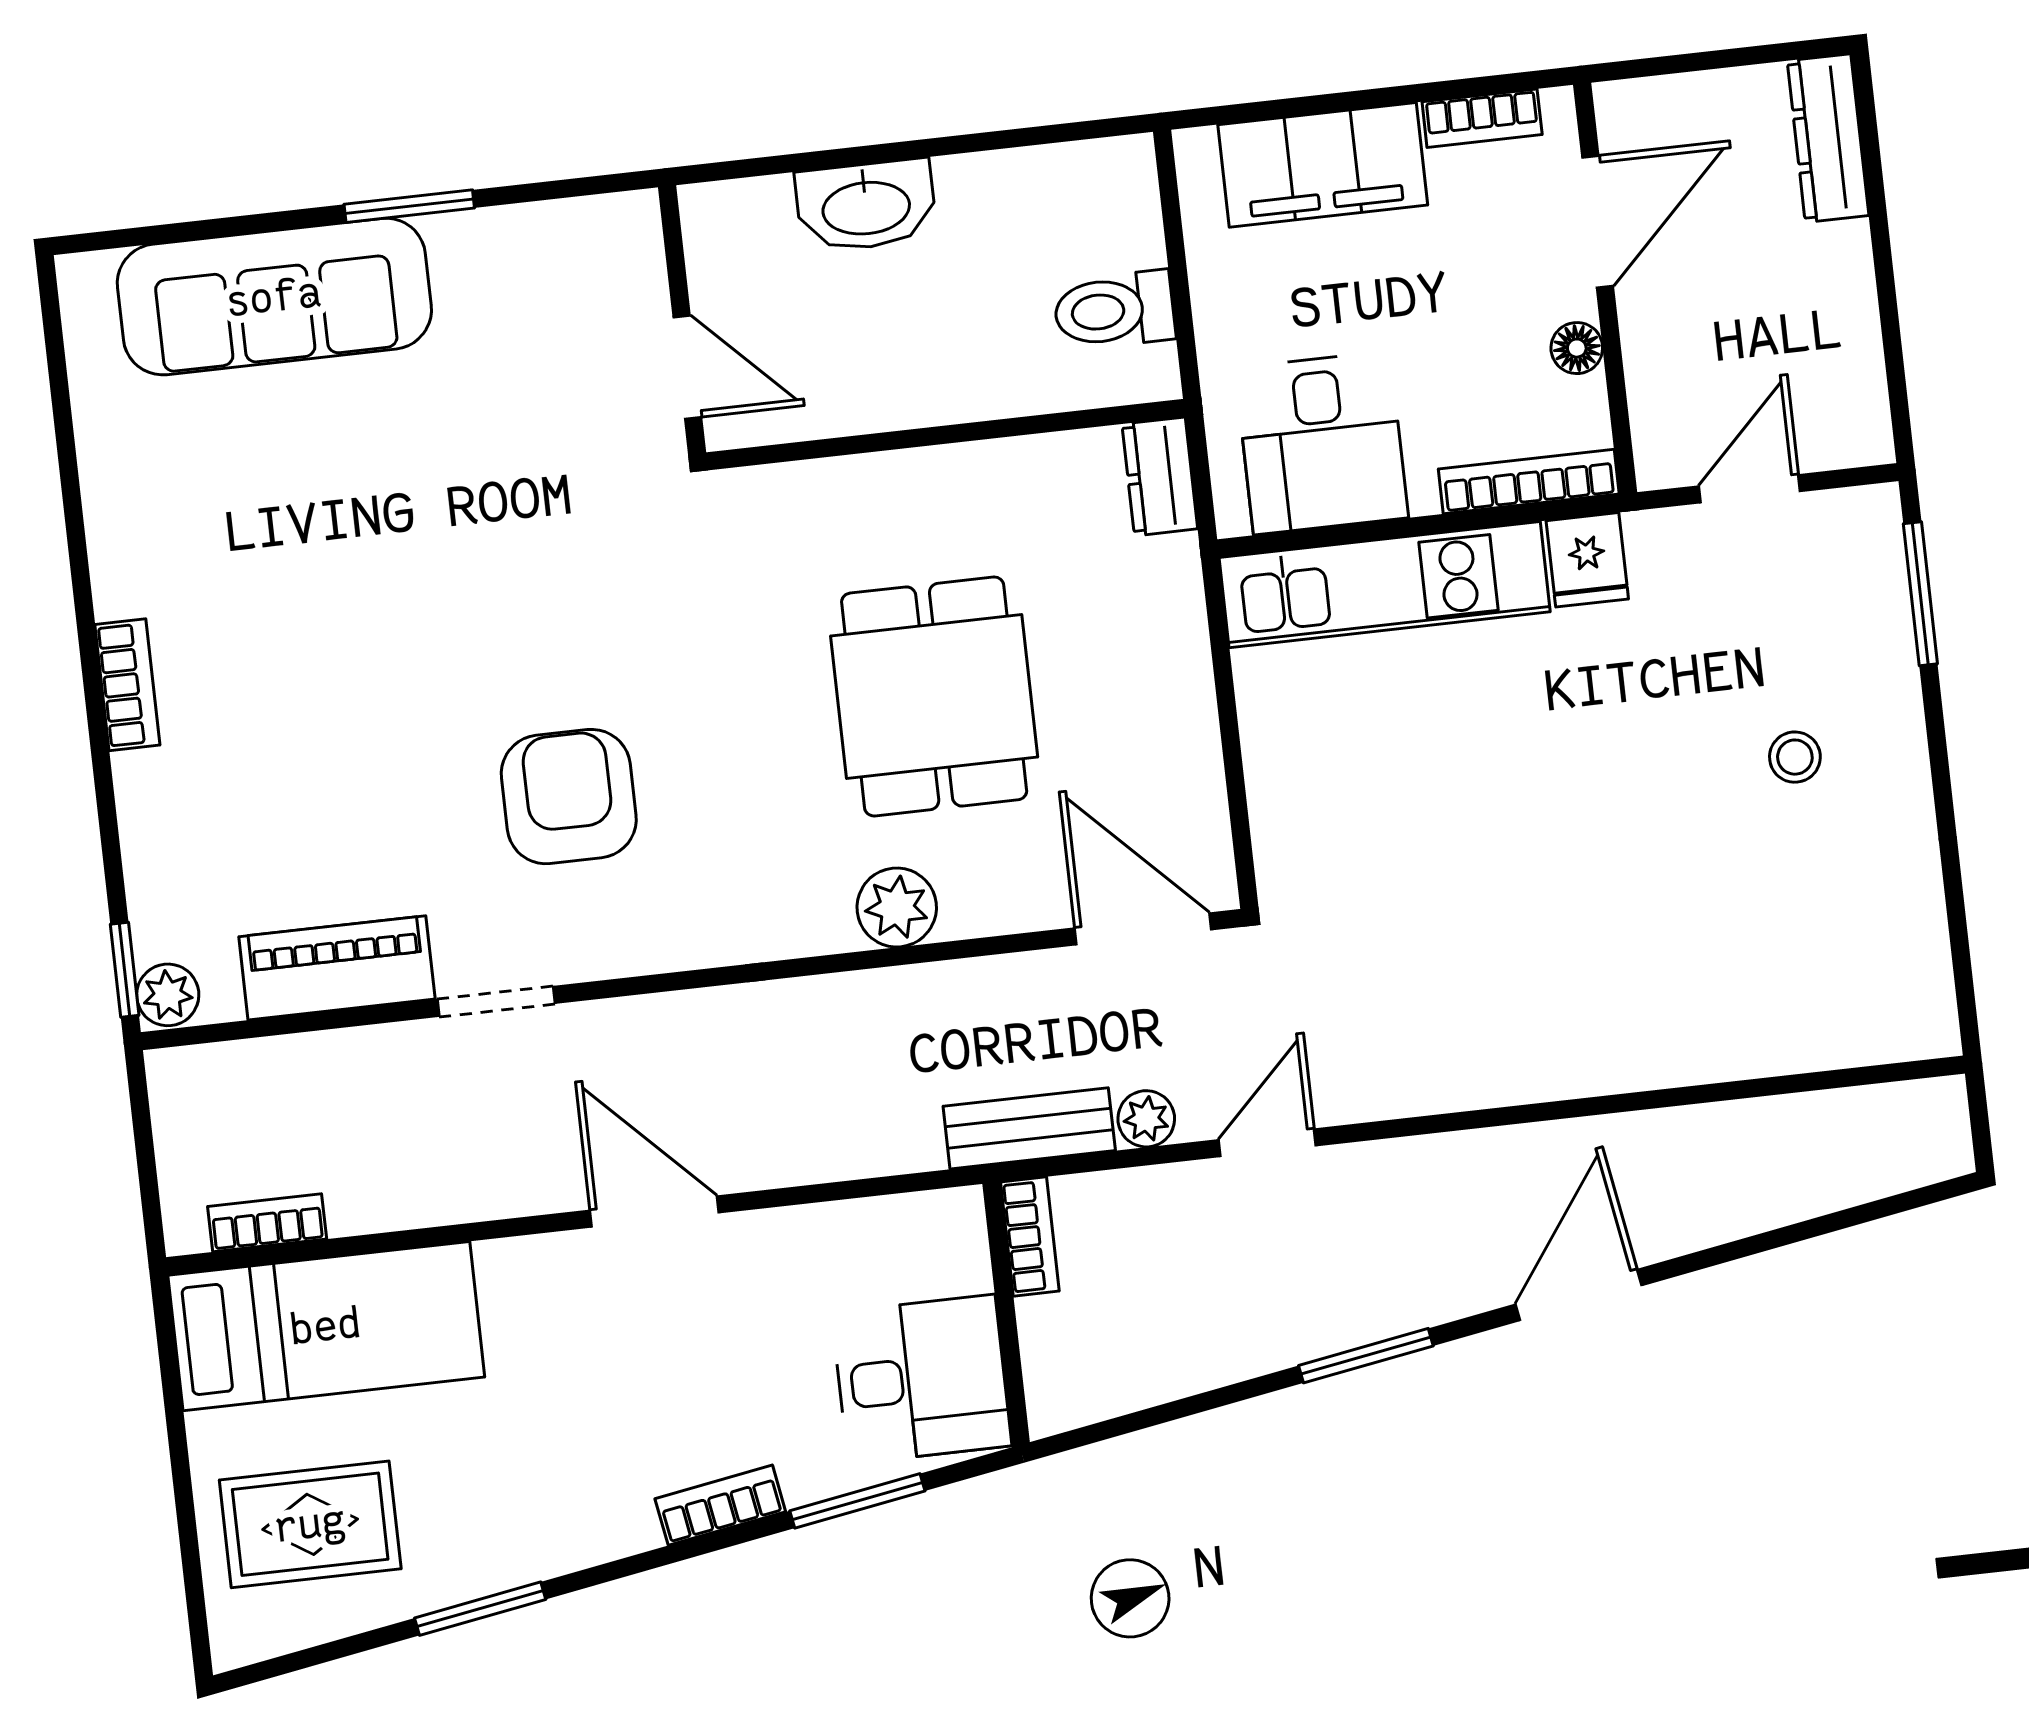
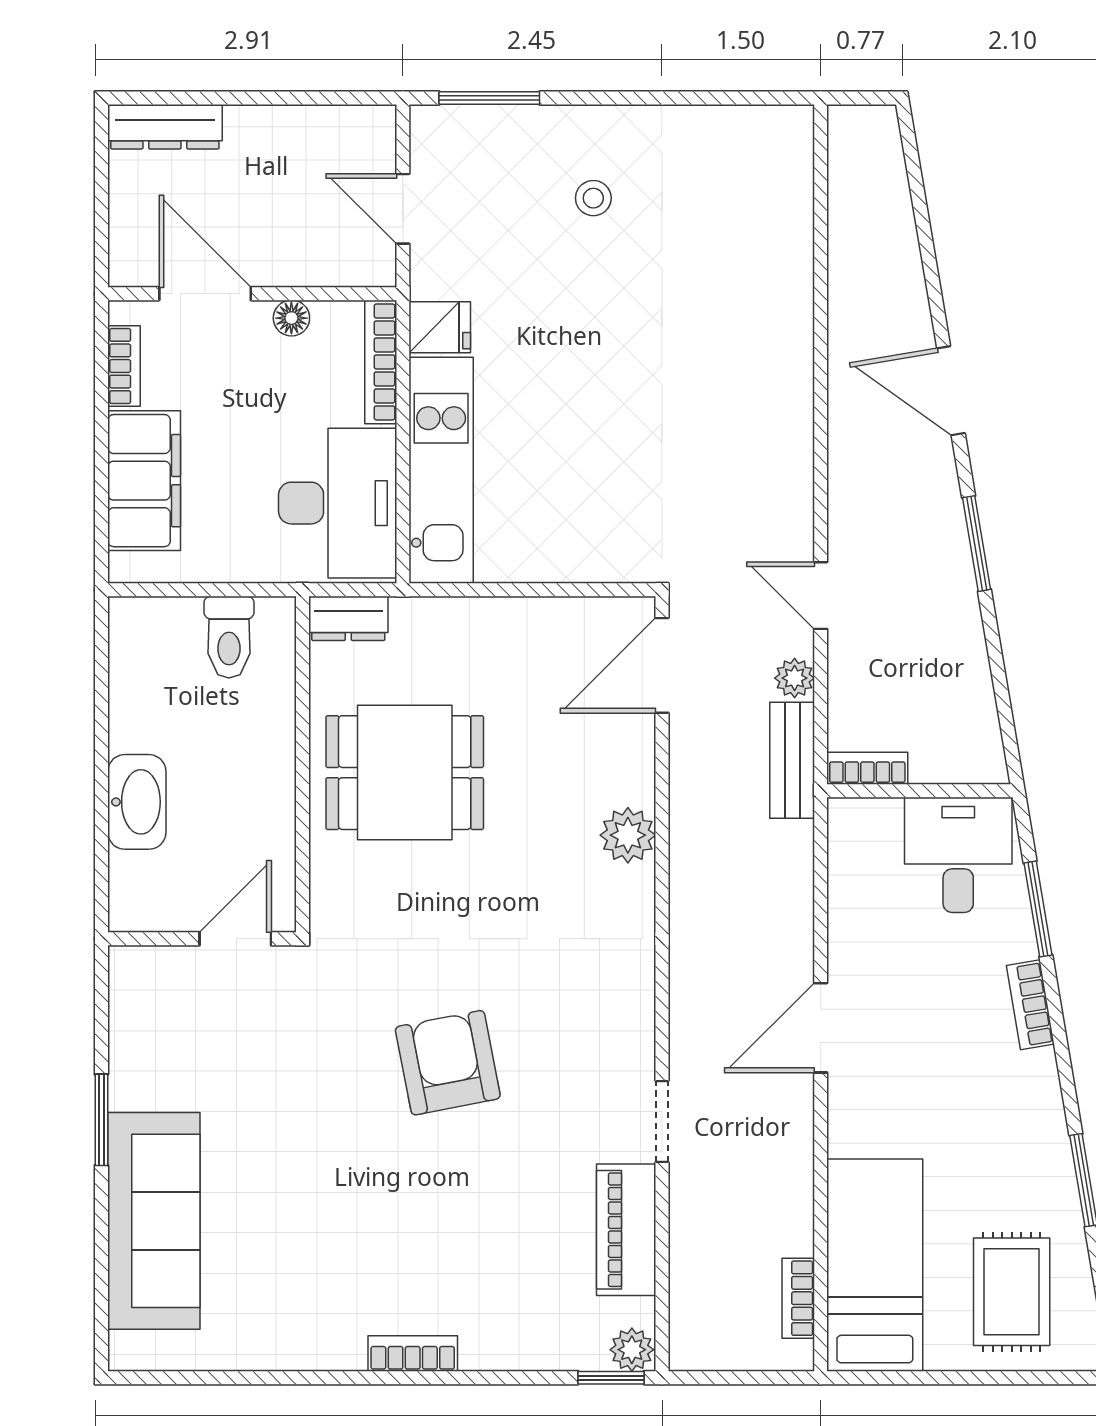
desk: (1322, 443) -> (338, 503), width x1.37
dining table: (934, 696) -> (405, 773), moved
armchair: (569, 797) -> (448, 1063), moved, turned 79

